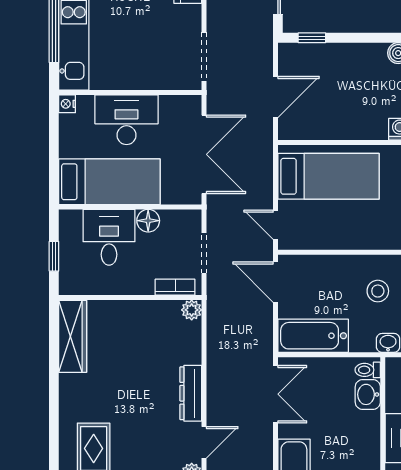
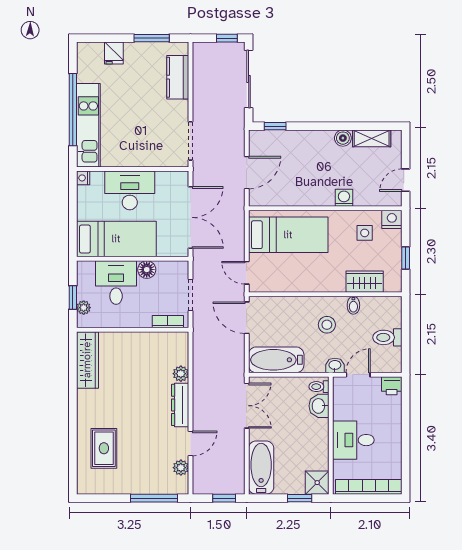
plant: (68, 269) -> (84, 308), added
plant: (192, 310) -> (181, 374), moved

